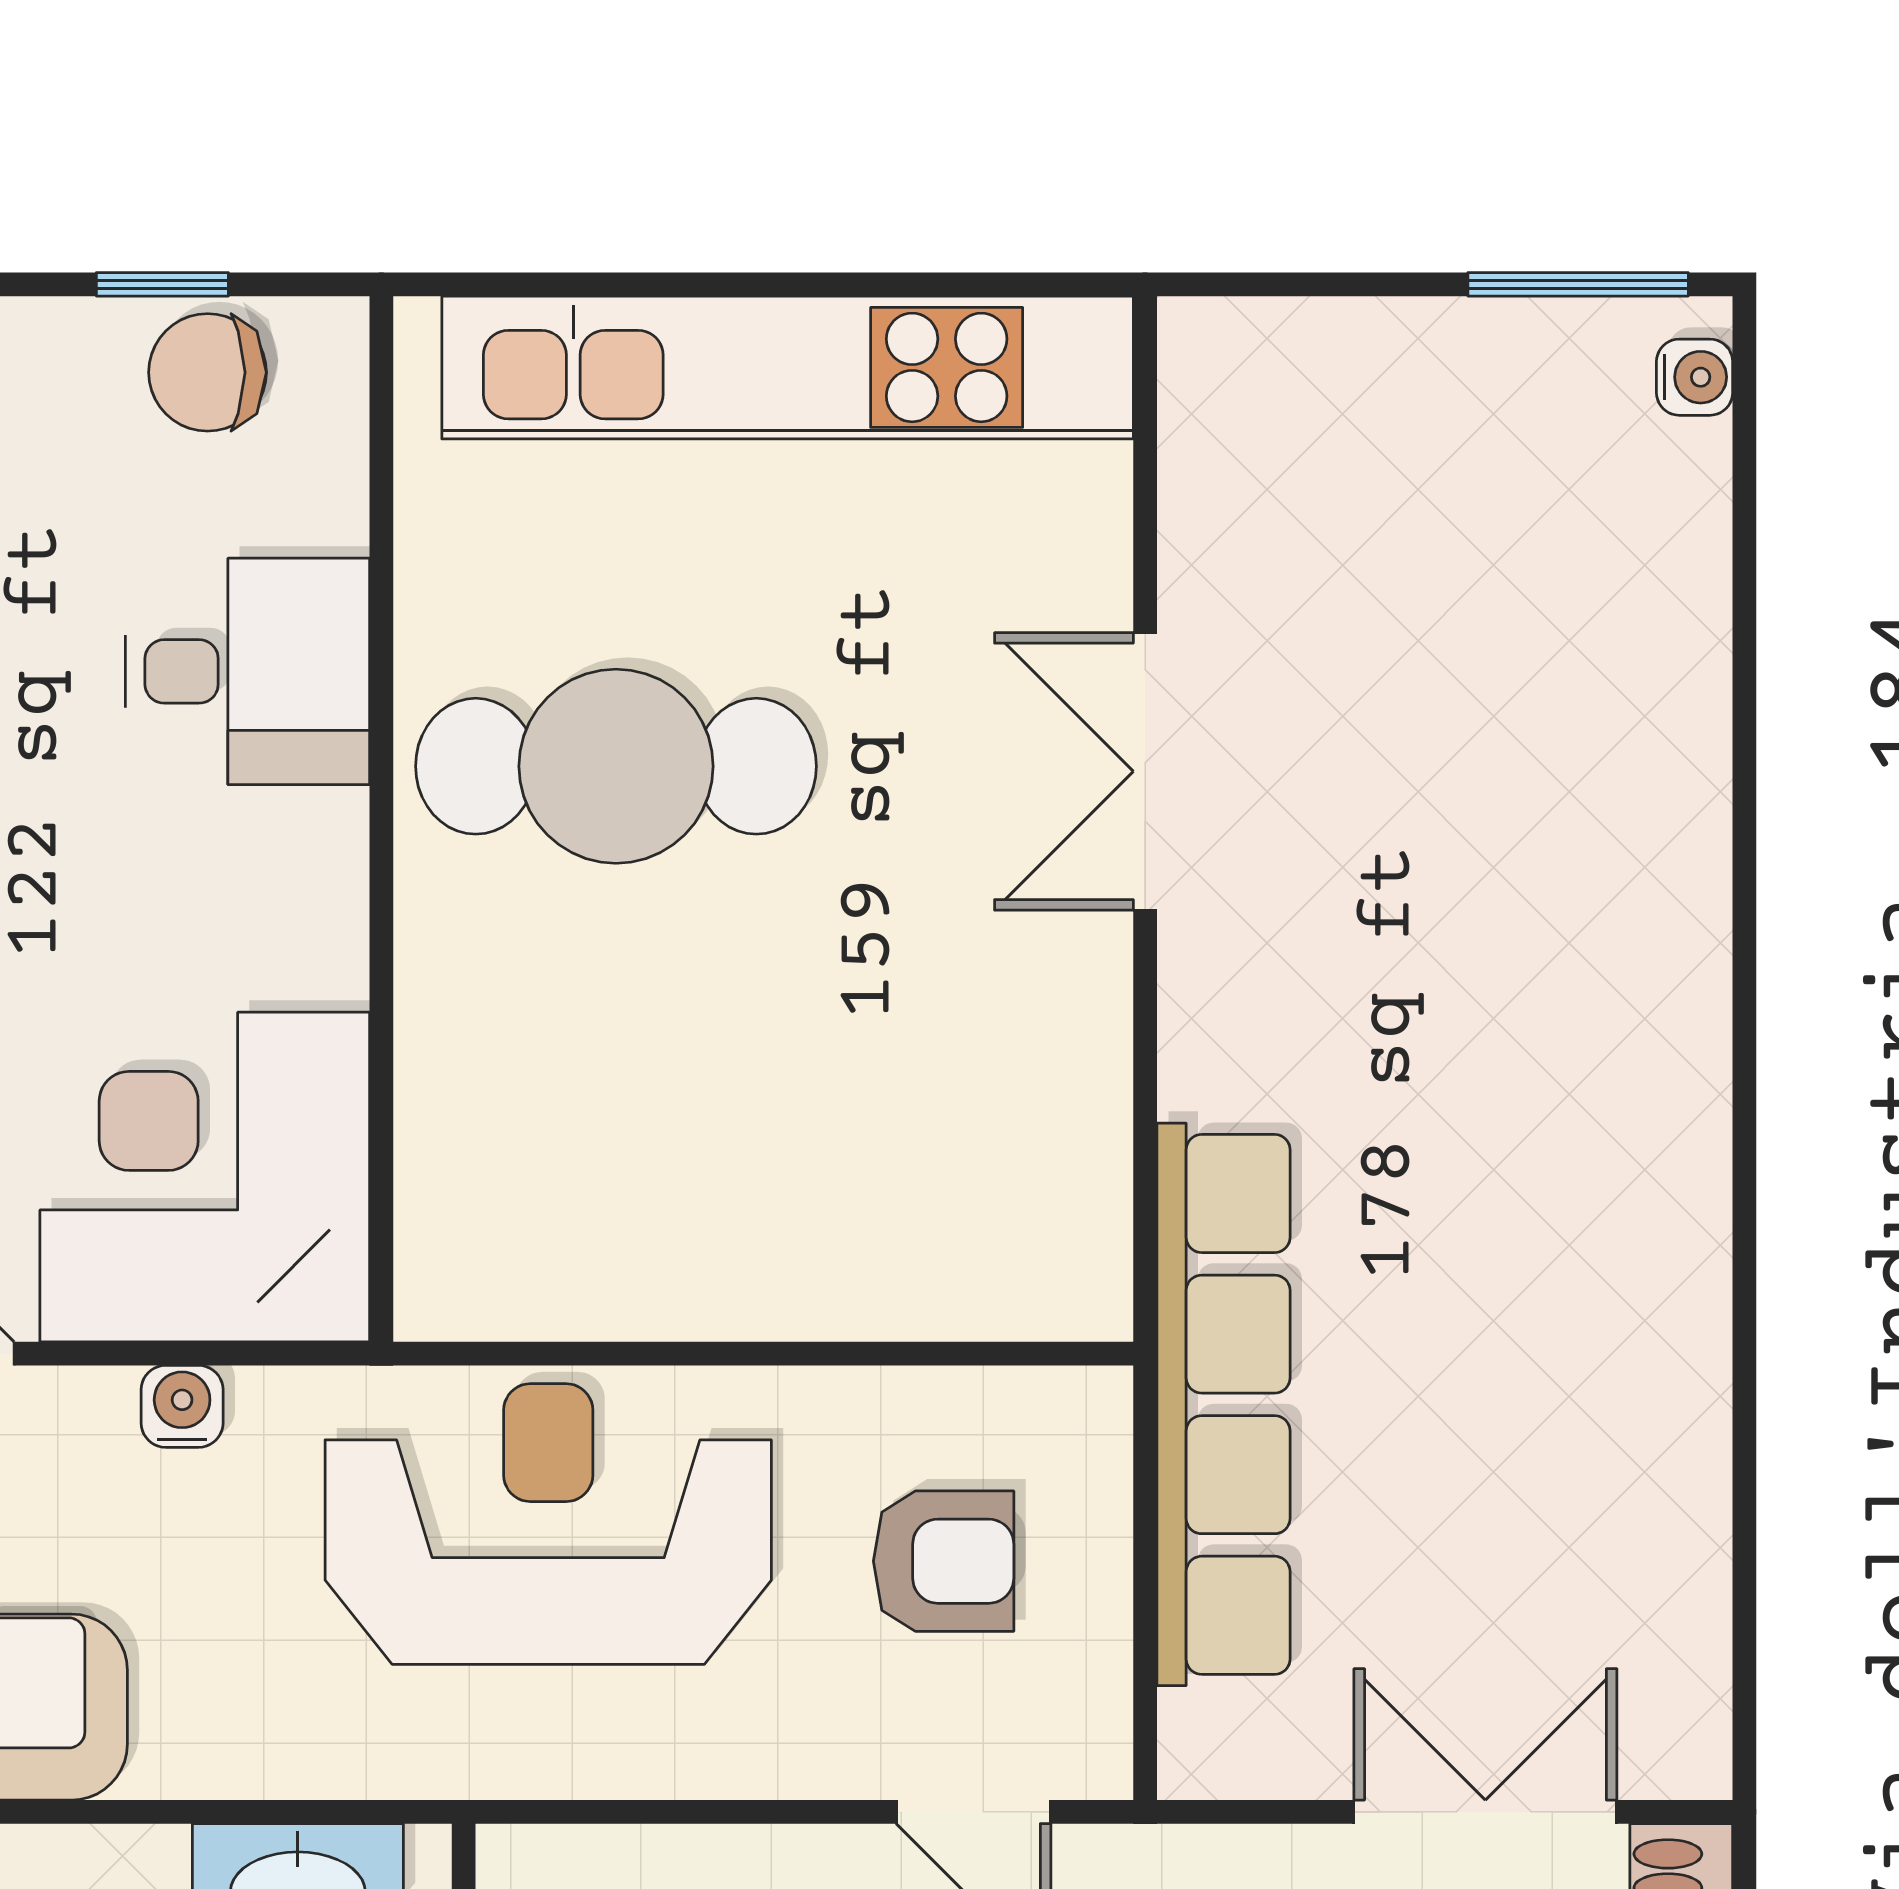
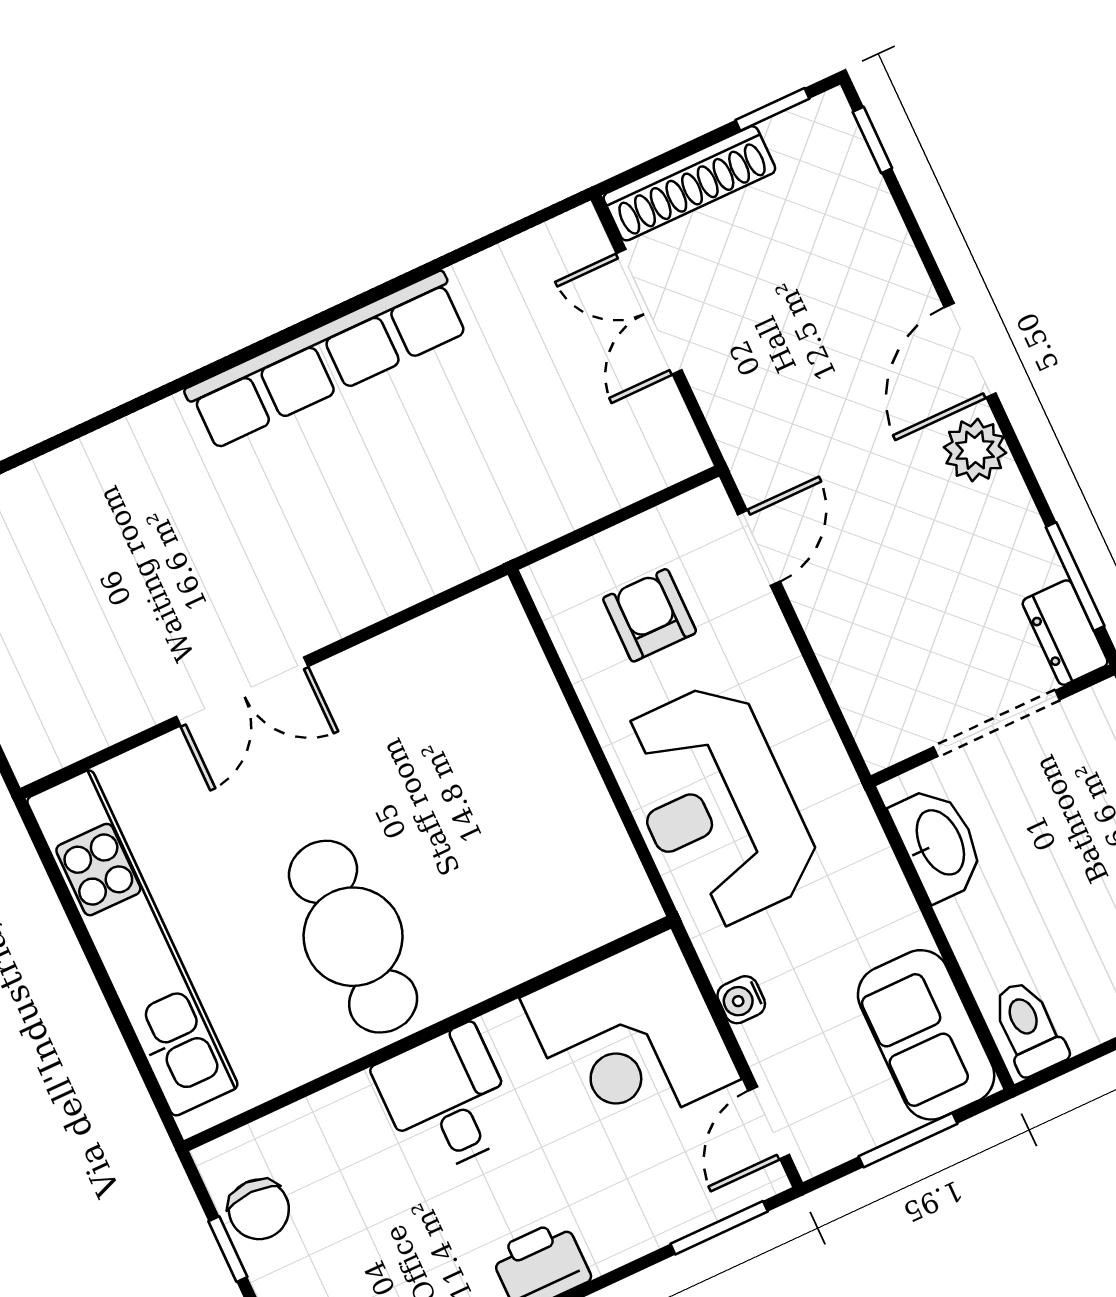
desk: (247, 671) -> (447, 1100), moved
row of seats: (1224, 1404) -> (327, 360), moved, turned 180

